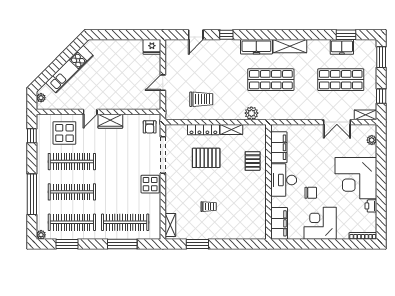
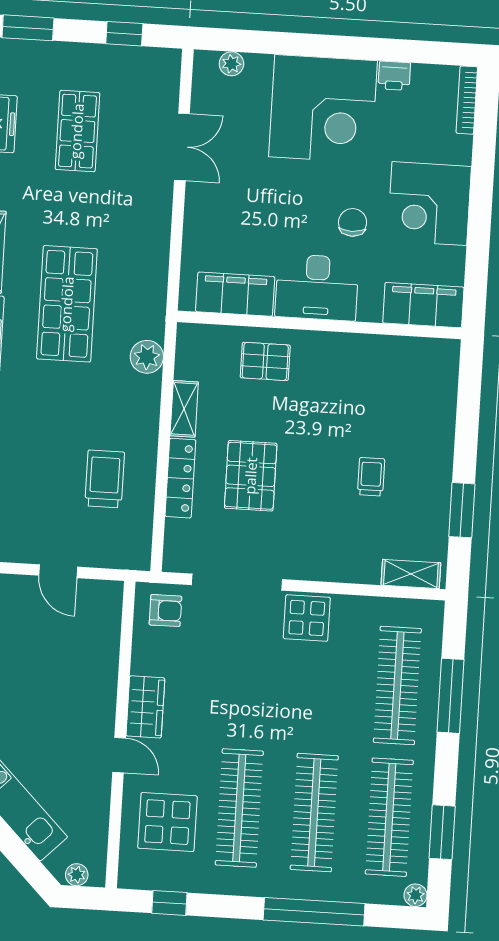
shop shelf: (341, 80) -> (77, 131), width x0.70, depth x0.74
shelving: (365, 115) -> (168, 75), removed

